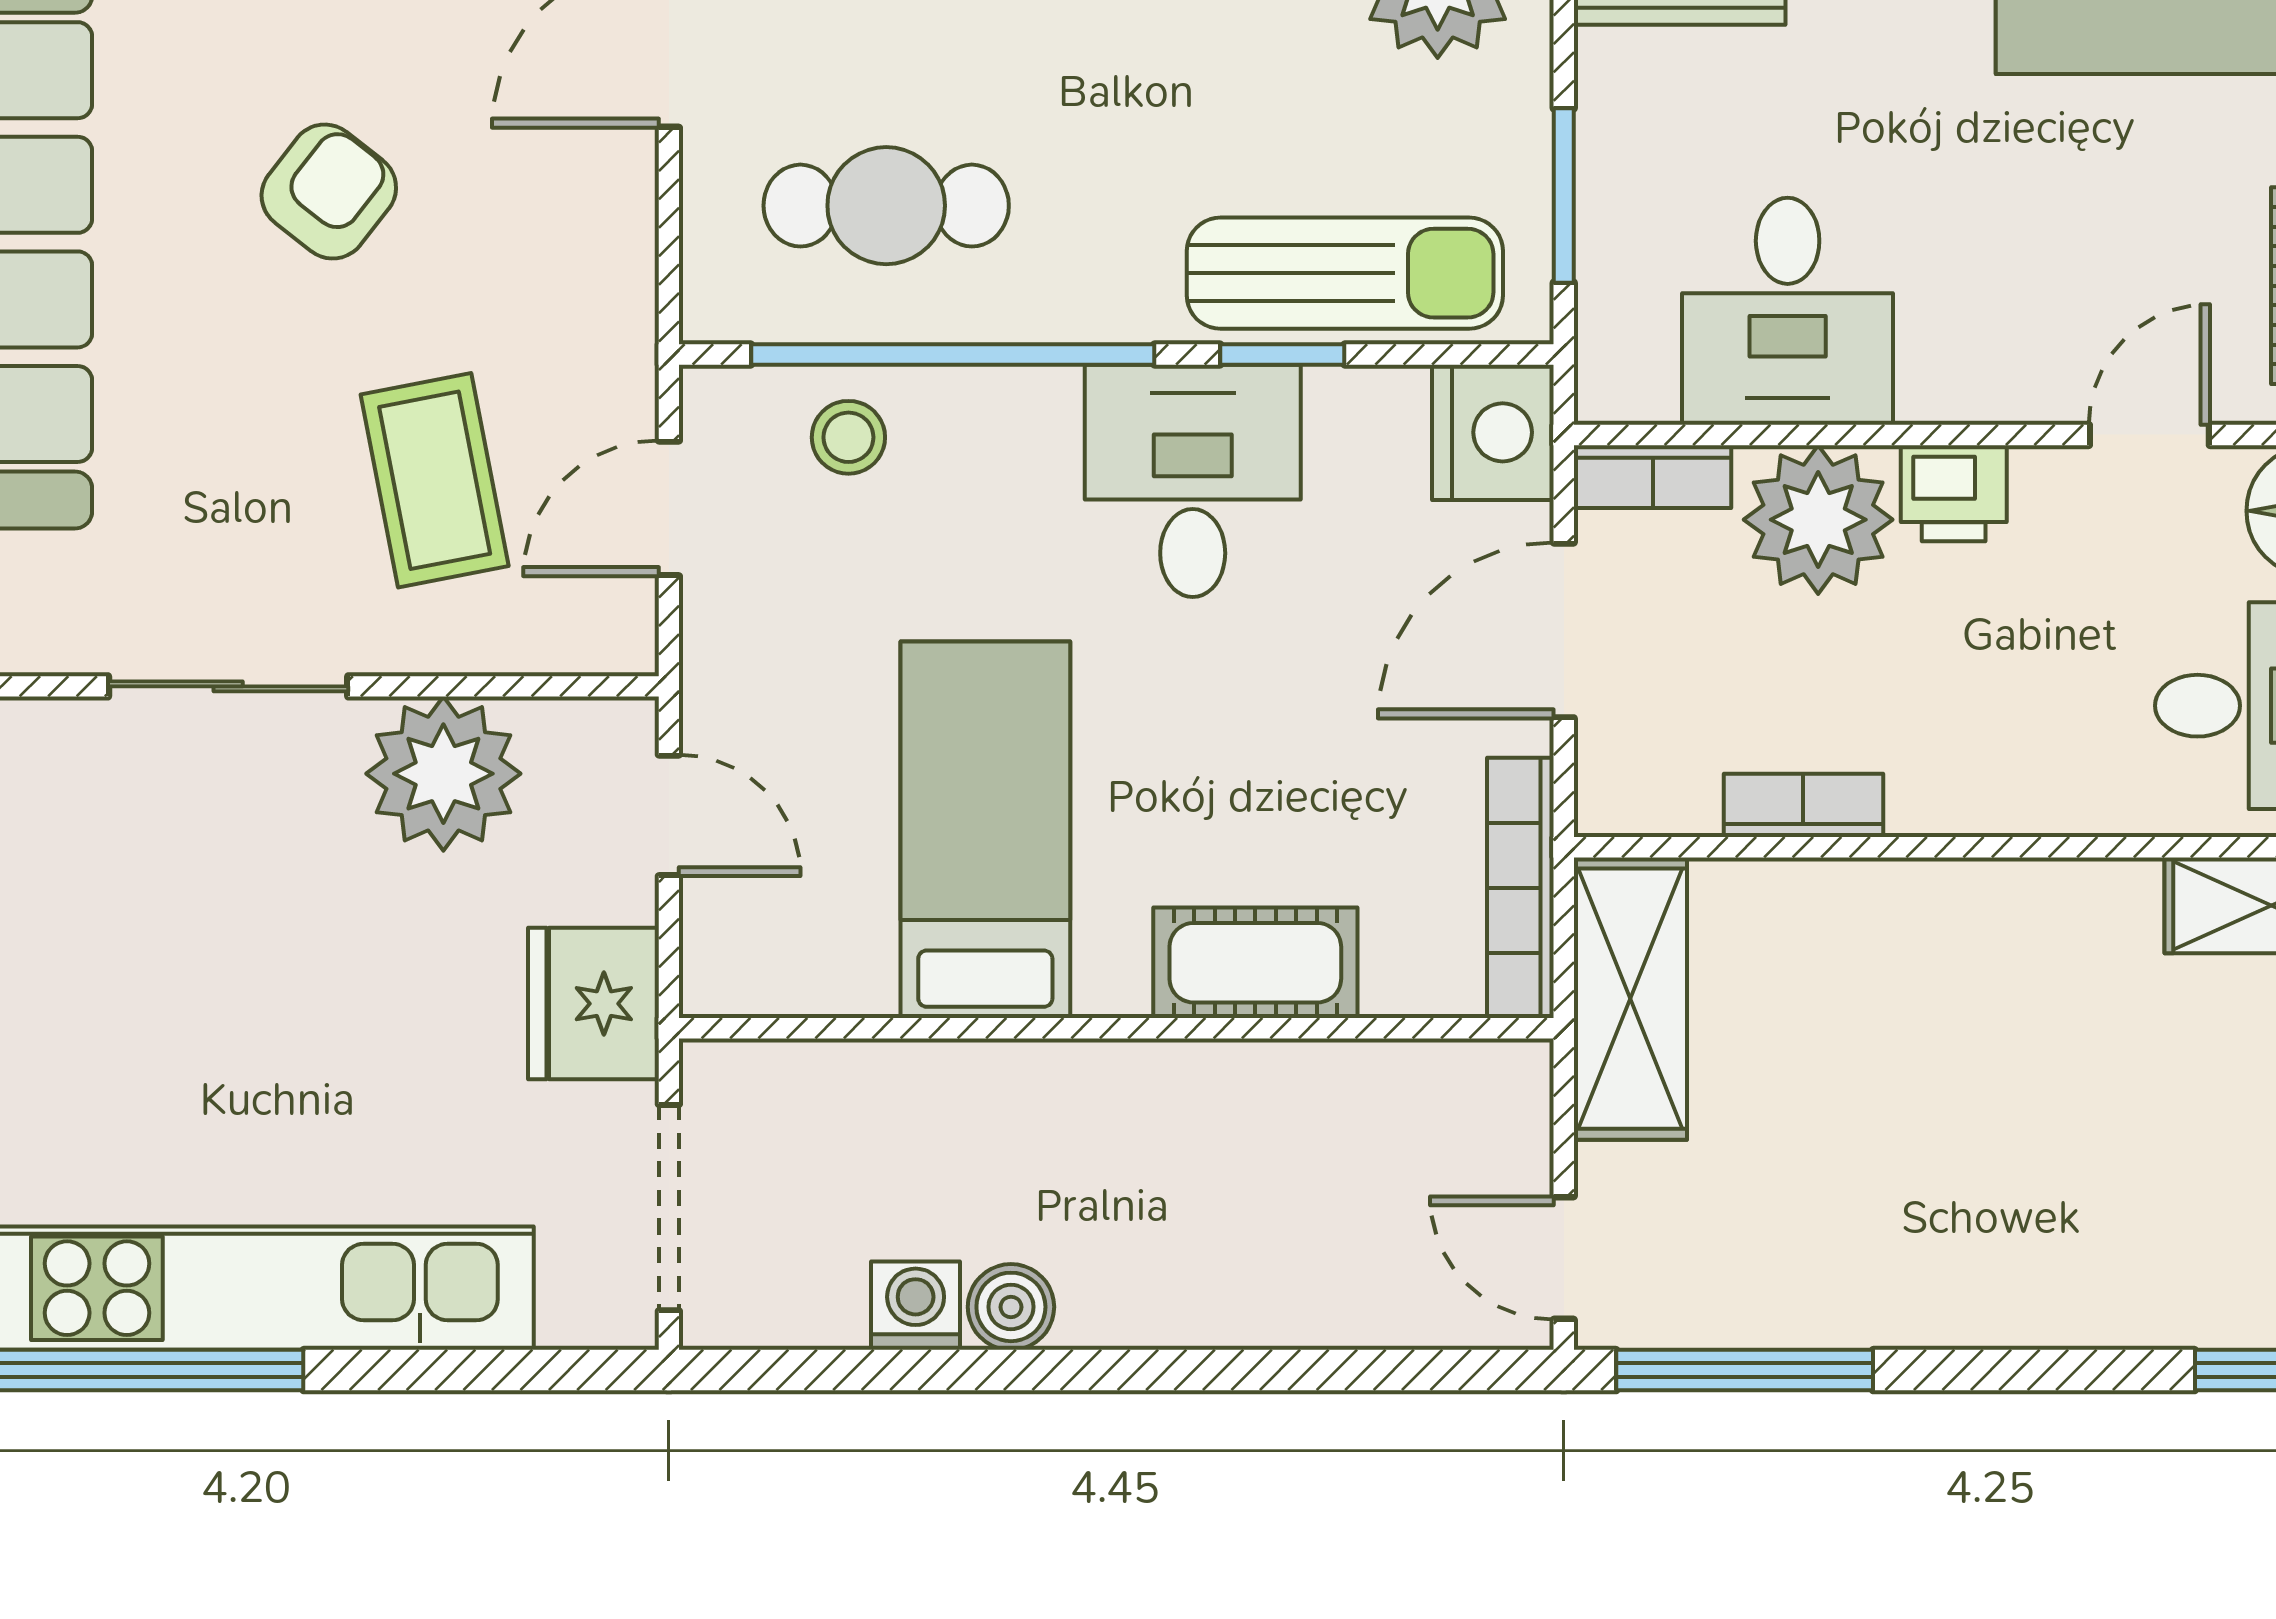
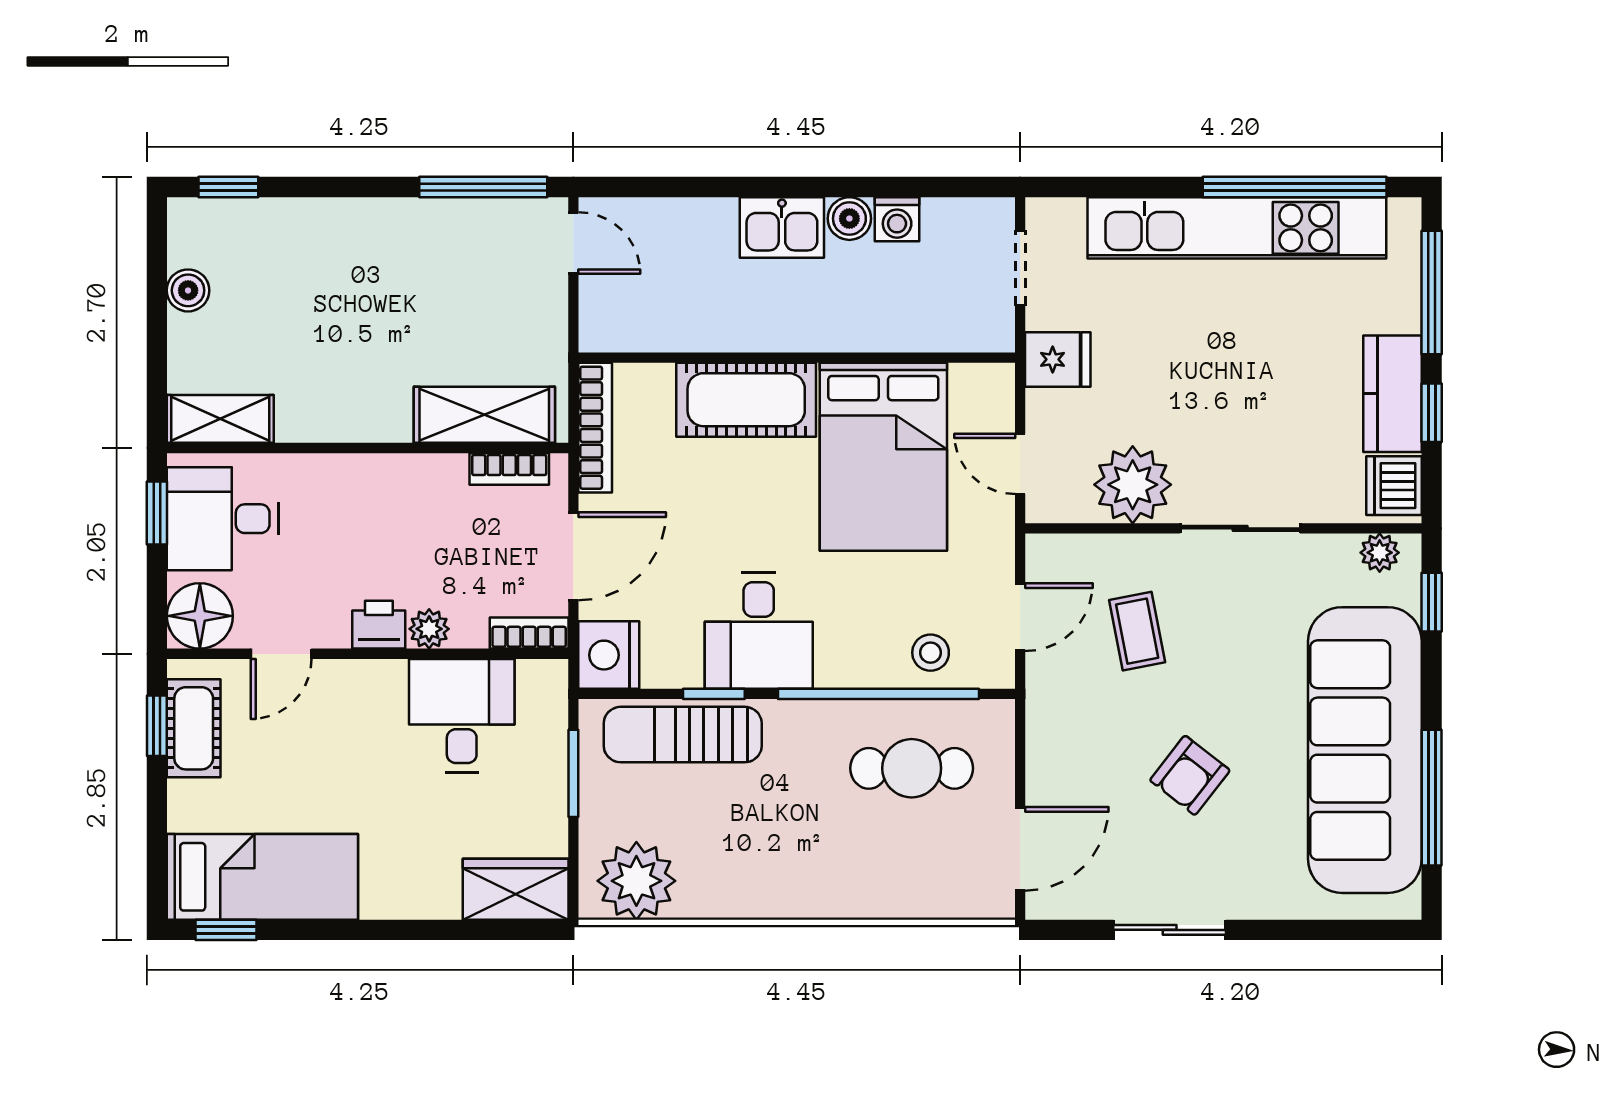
coffee table: (435, 480) -> (1137, 631), width x0.73, depth x0.77
plant: (1818, 520) -> (429, 629), width x0.53, depth x0.53
bookcase: (1803, 805) -> (509, 469), moved
bed: (985, 830) -> (883, 457), width x1.50
cot: (1255, 963) -> (746, 400), width x1.37, depth x1.34
shelving: (1630, 999) -> (484, 415), moved, turned 90
fridge: (593, 1004) -> (1058, 359), width x0.72
doorway: (669, 1208) -> (1020, 268), width x0.73
kitchen sink: (1146, 1289) -> (782, 227), added

